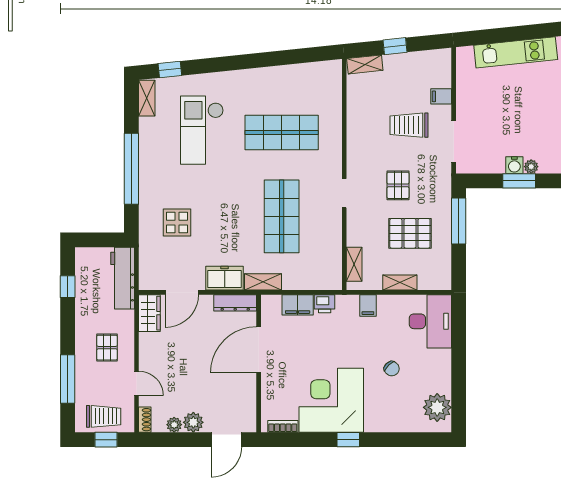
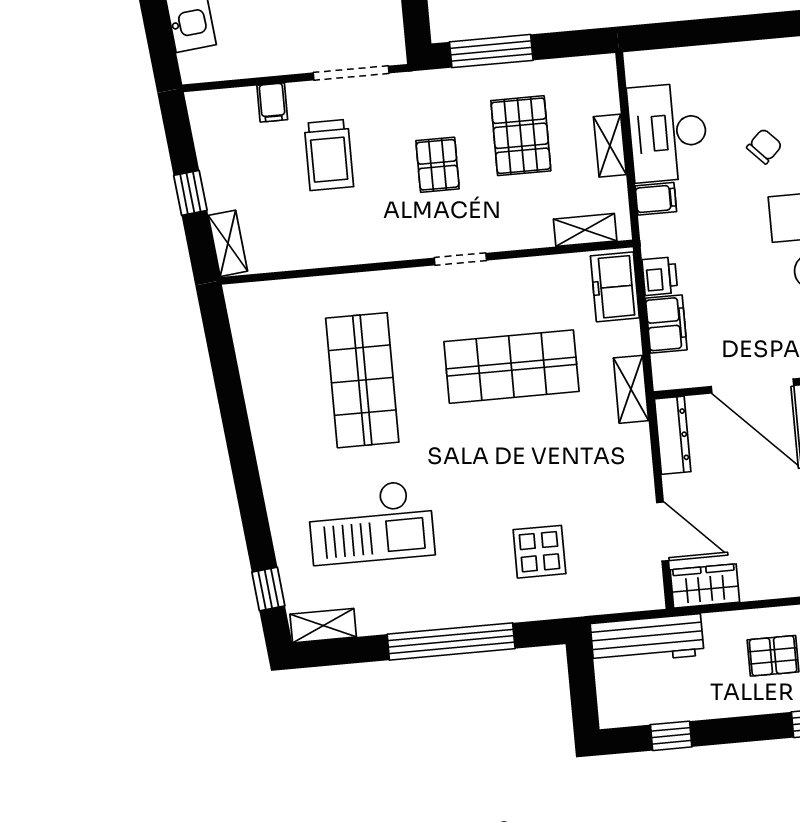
pallet: (398, 185) -> (438, 165), turned 90
freezer: (225, 278) -> (615, 287), moved
desk: (430, 321) -> (668, 132), moved, turned -90

